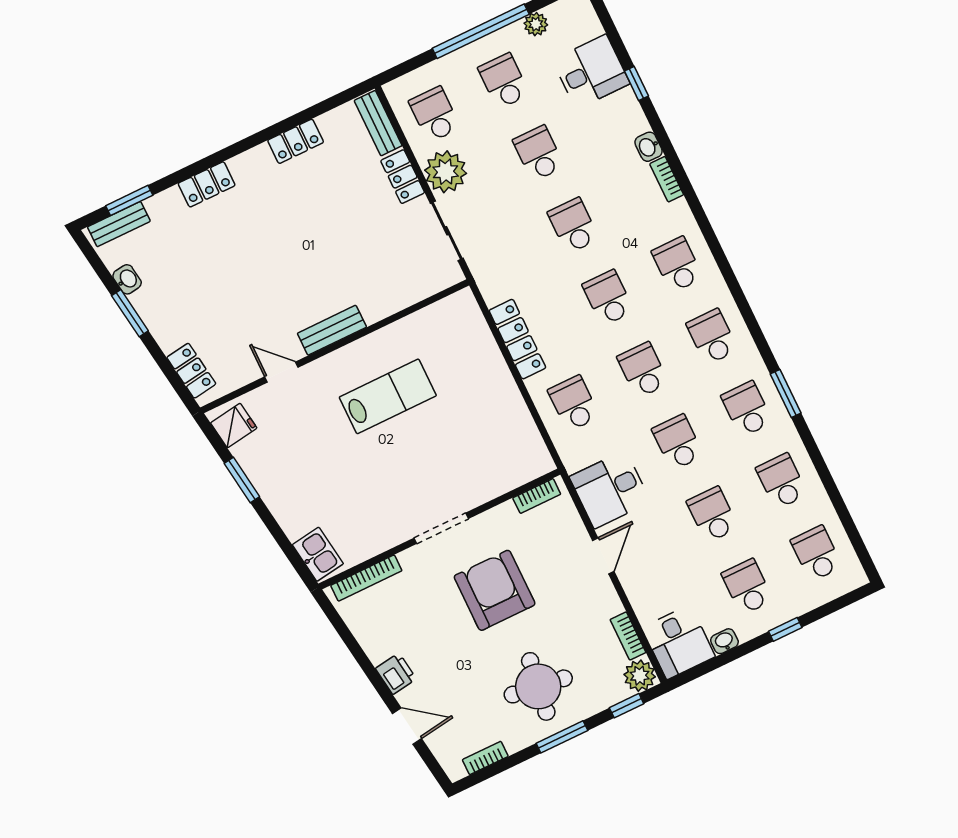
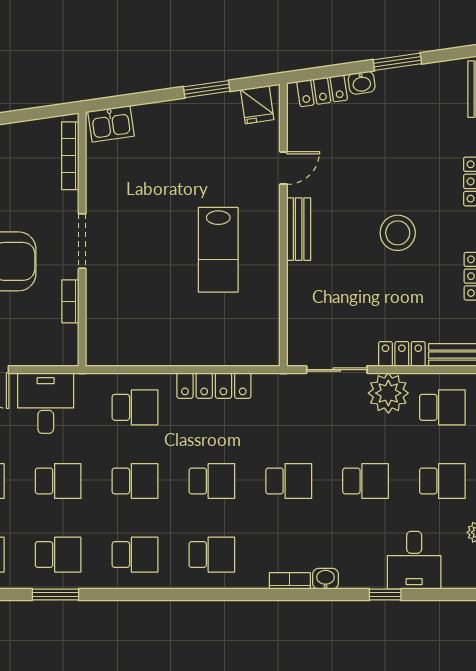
stool: (291, 235) -> (398, 233), added
washbasin: (127, 279) -> (362, 83), moved
bookcase: (537, 496) -> (70, 301), moved

